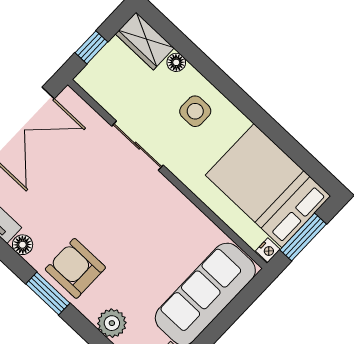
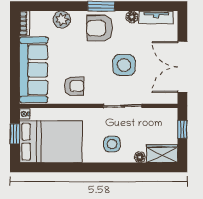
side table: (88, 195) -> (124, 65), added
armchair: (174, 227) -> (74, 86), added
window: (303, 237) -> (15, 134), width x0.67
armchair: (75, 268) -> (100, 28), turned 180

